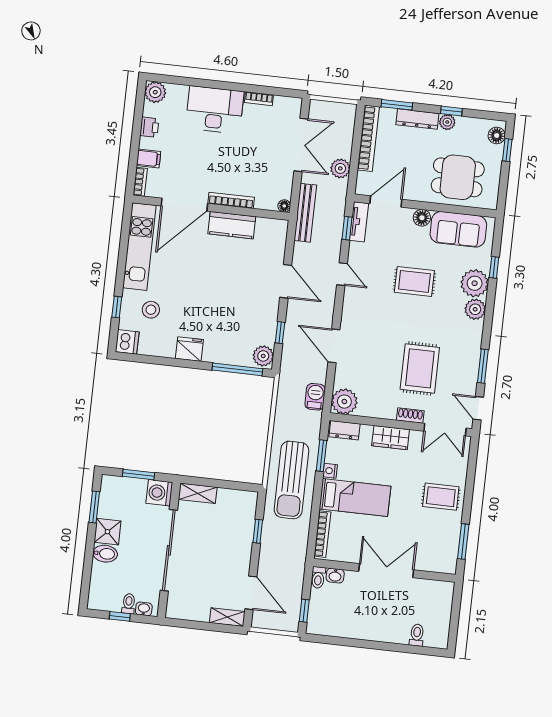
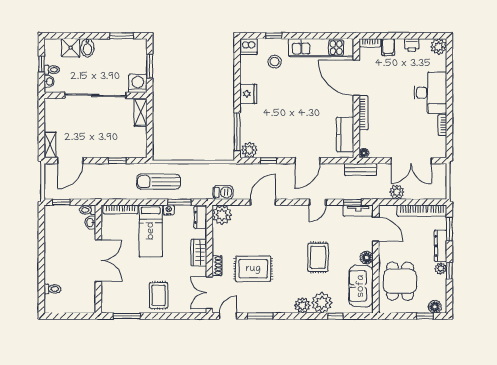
bench: (305, 213) -> (361, 169), width x0.73
kitchen counter: (232, 225) -> (345, 134), moved
sun lounger: (291, 480) -> (158, 182), width x0.73, depth x0.75
shower: (107, 532) -> (71, 48), moved

